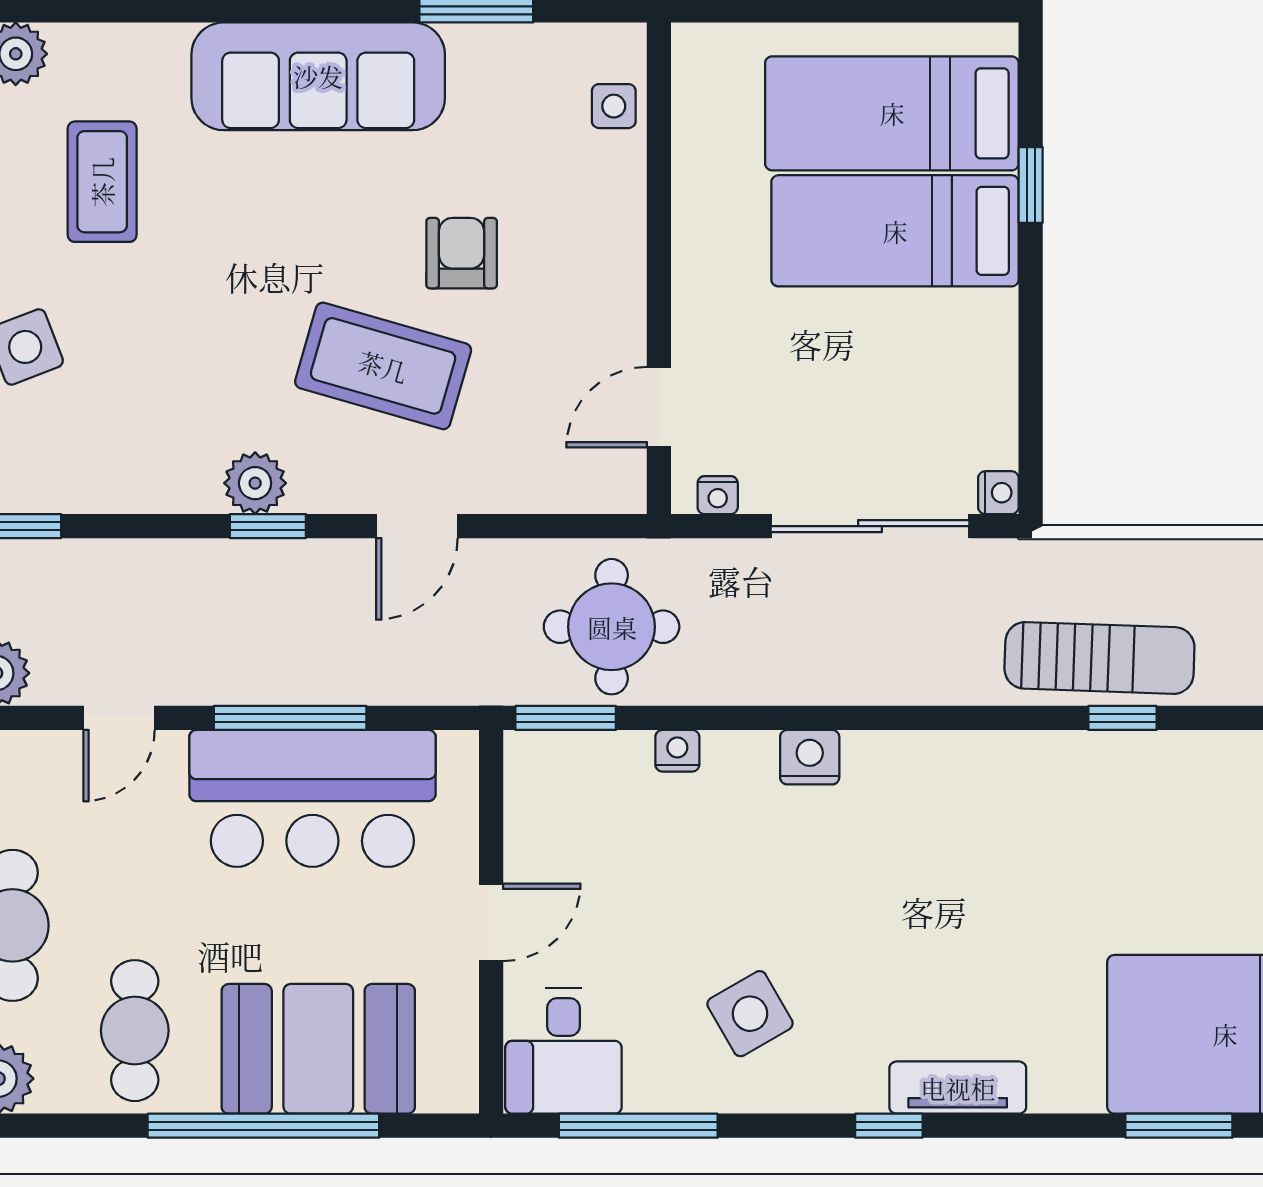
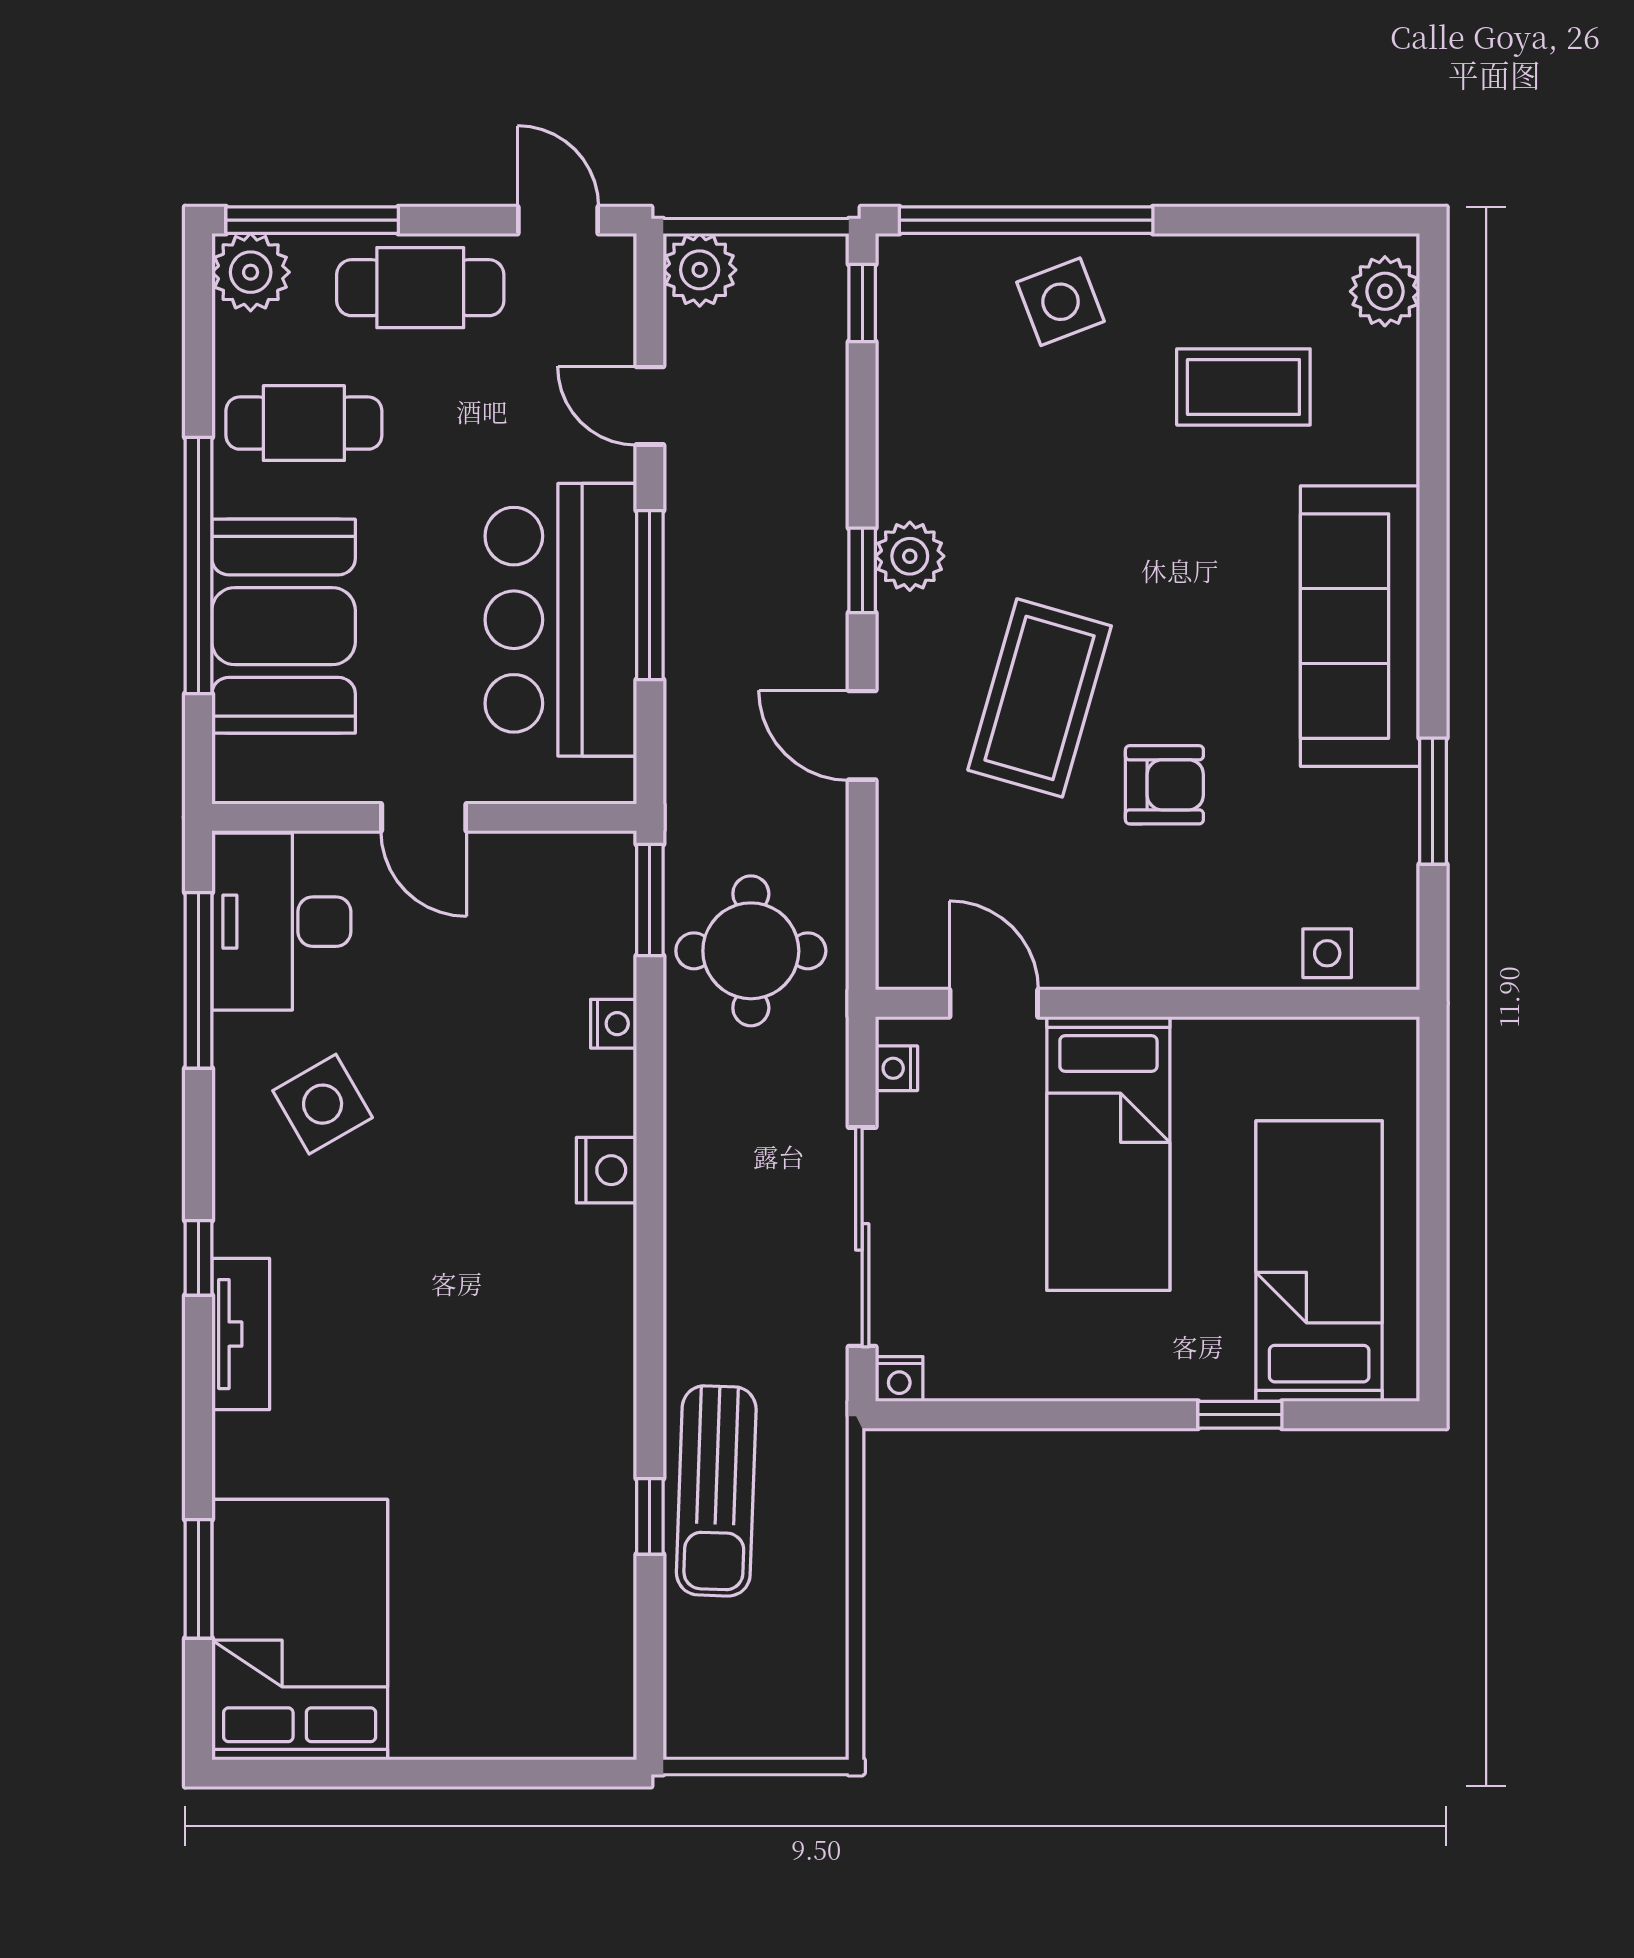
bed: (895, 231) -> (1108, 1153), moved, turned 180
desk: (563, 1051) -> (281, 922), width x1.37

